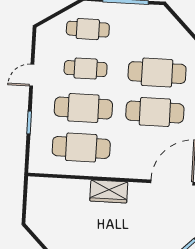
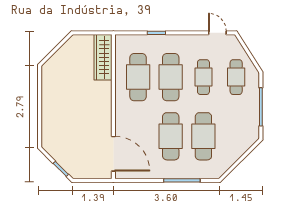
door: (32, 75) -> (217, 33), moved
wardrobe: (109, 191) -> (103, 57), moved, width x1.50

